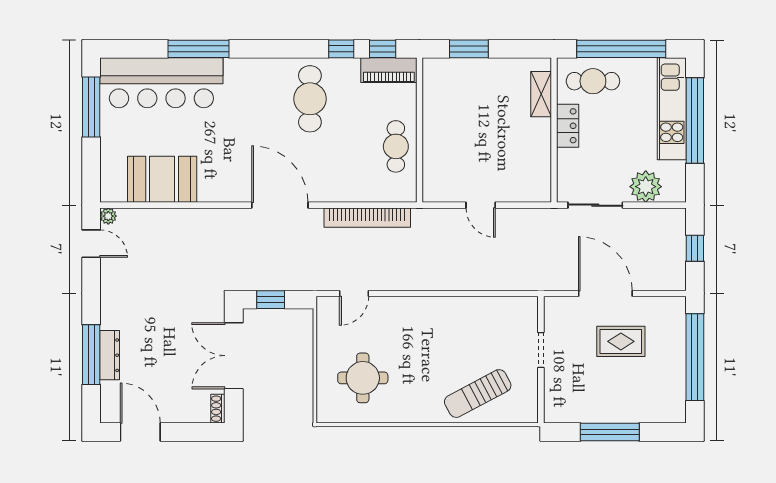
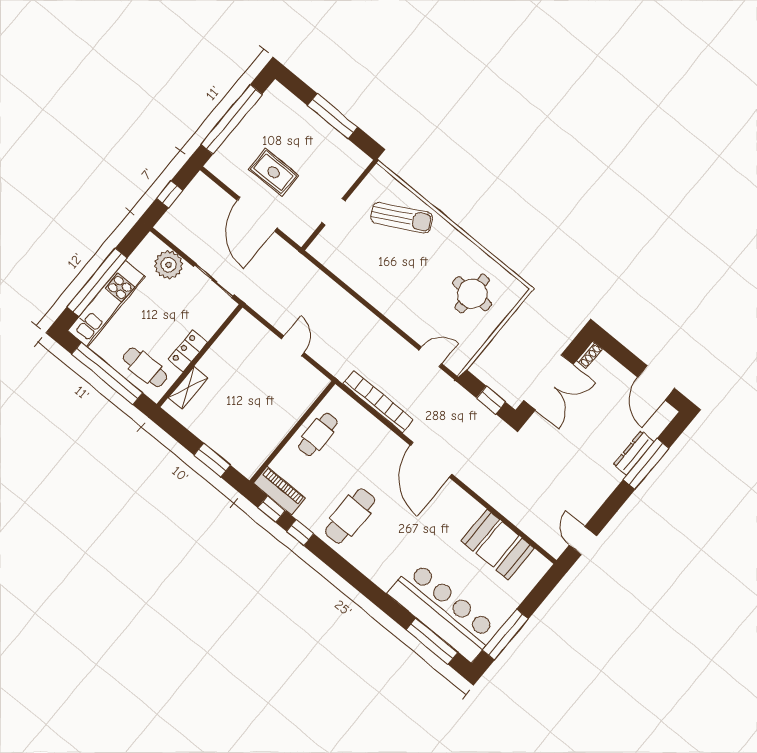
window: (199, 49) -> (432, 641), moved
plant: (108, 216) -> (556, 550), removed

